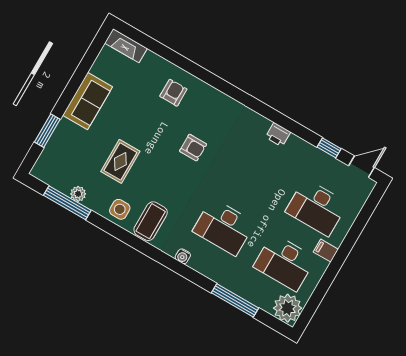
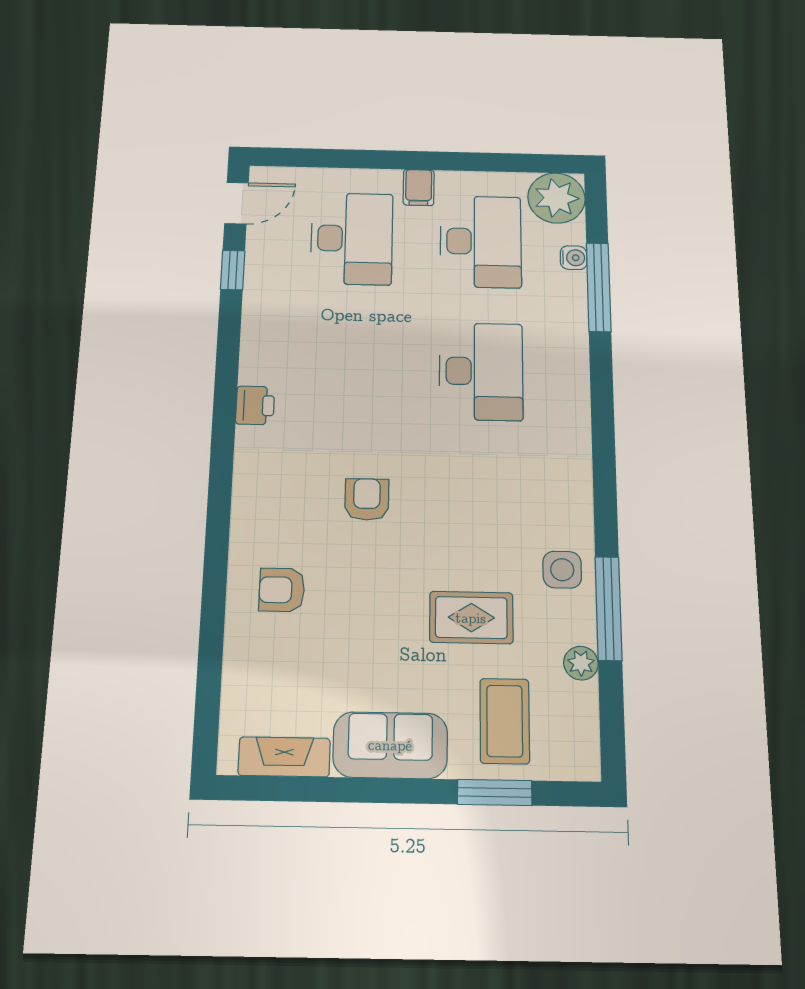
fireplace: (126, 46) -> (284, 757), moved, turned -90
printer: (278, 135) -> (255, 405), moved
door: (361, 167) -> (237, 203), swing flipped
window: (67, 203) -> (609, 608), moved
coffee table: (151, 221) -> (505, 721), moved, turned 90
water cooler: (183, 256) -> (574, 258), moved

